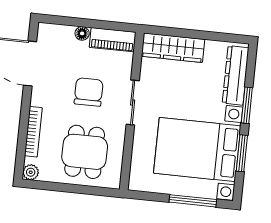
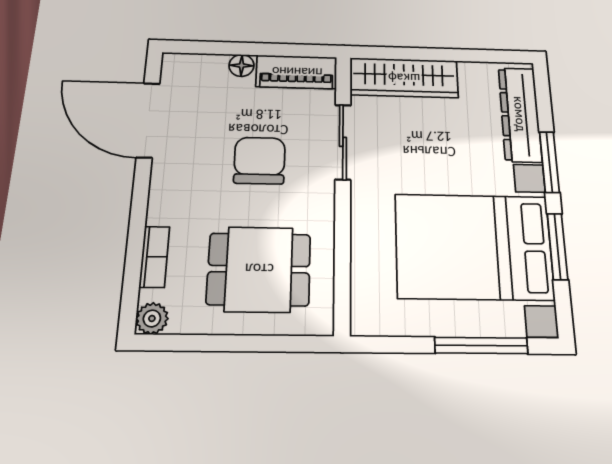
sliding door: (133, 103) -> (343, 142), moved
bookcase: (33, 132) -> (154, 257), width x0.64
dining table: (85, 152) -> (259, 269), turned 90

